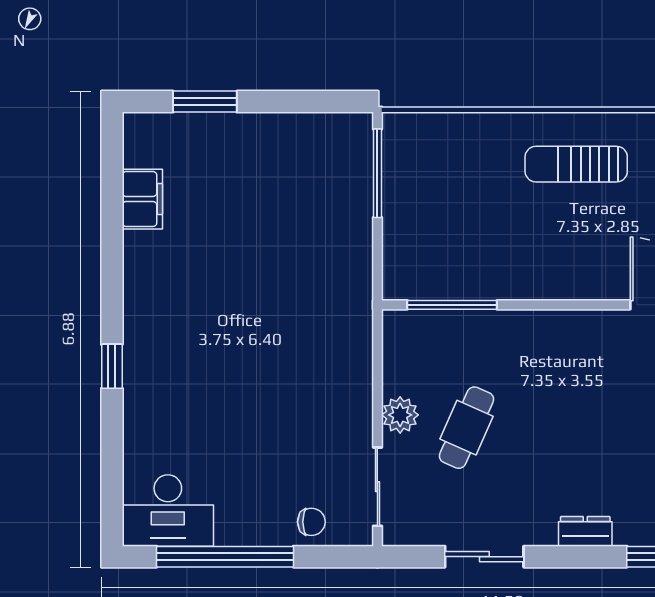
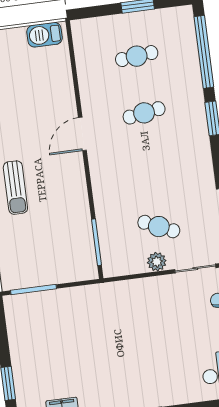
dresser: (585, 531) -> (204, 158), removed

